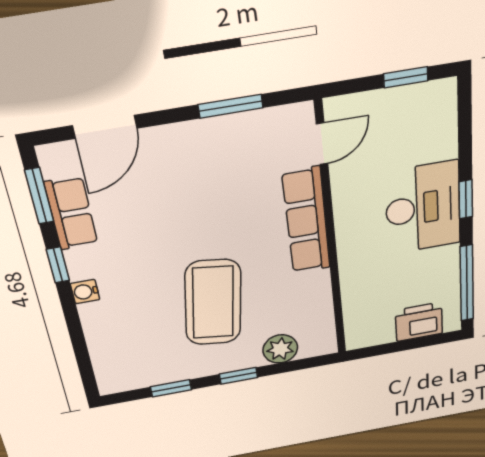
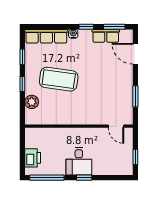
desk: (423, 208) -> (79, 161), width x0.73
row of seats: (306, 221) -> (46, 36), moved, turned 180

